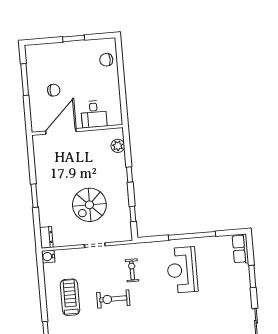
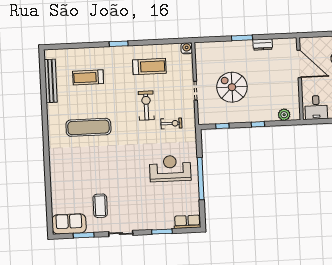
desk: (94, 114) -> (316, 107), moved, turned -90
dresser: (46, 237) -> (263, 45), moved

